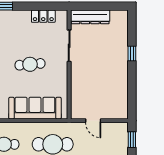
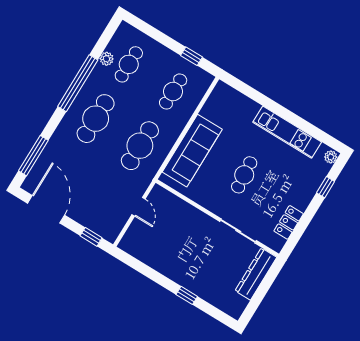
door: (93, 121) -> (139, 207), swing flipped

